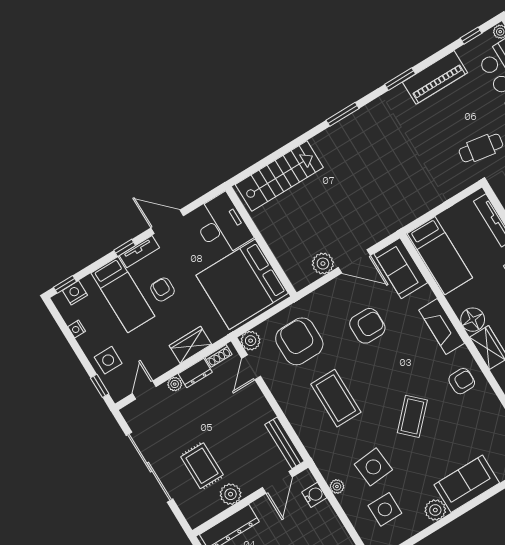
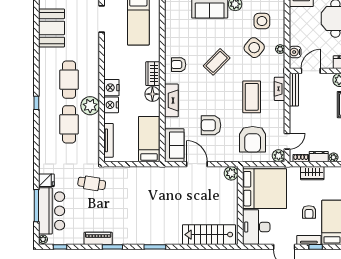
piano: (435, 77) -> (98, 238), width x0.73, depth x0.75
plant: (323, 264) -> (231, 173), moved
fireplace: (305, 432) -> (280, 89), added
side table: (373, 467) -> (254, 48), turned 45

